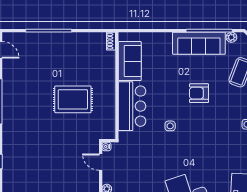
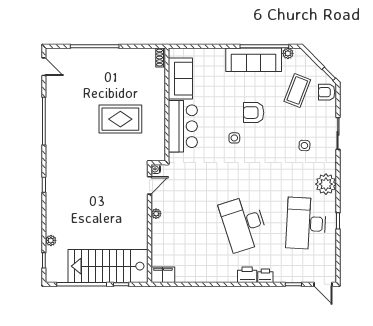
side table: (170, 126) -> (234, 138), moved
door: (101, 162) -> (149, 185), swing flipped

